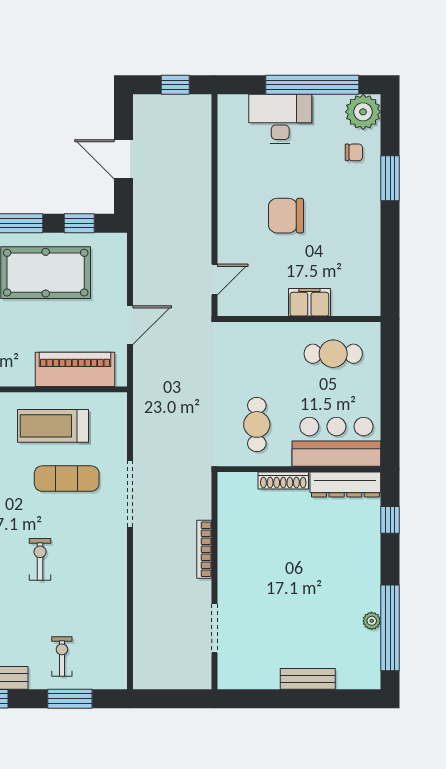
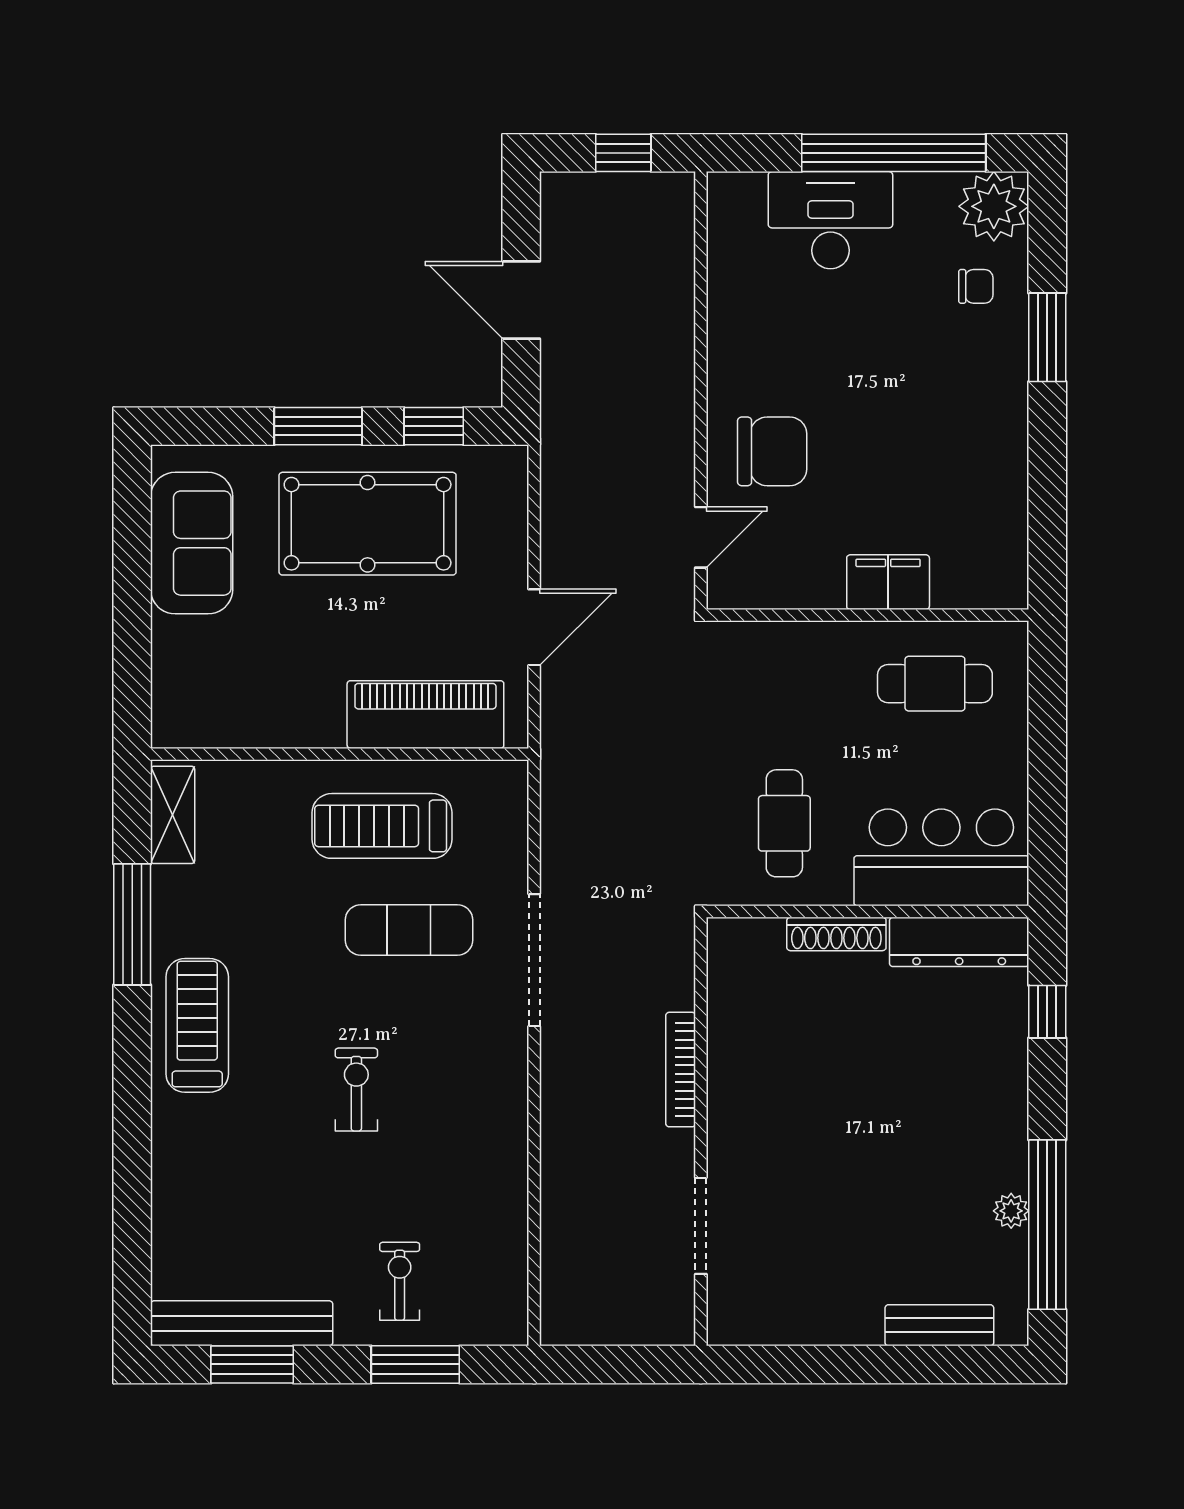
chair: (286, 216) -> (772, 451), moved, turned 180
bench: (308, 679) -> (939, 1325), moved

